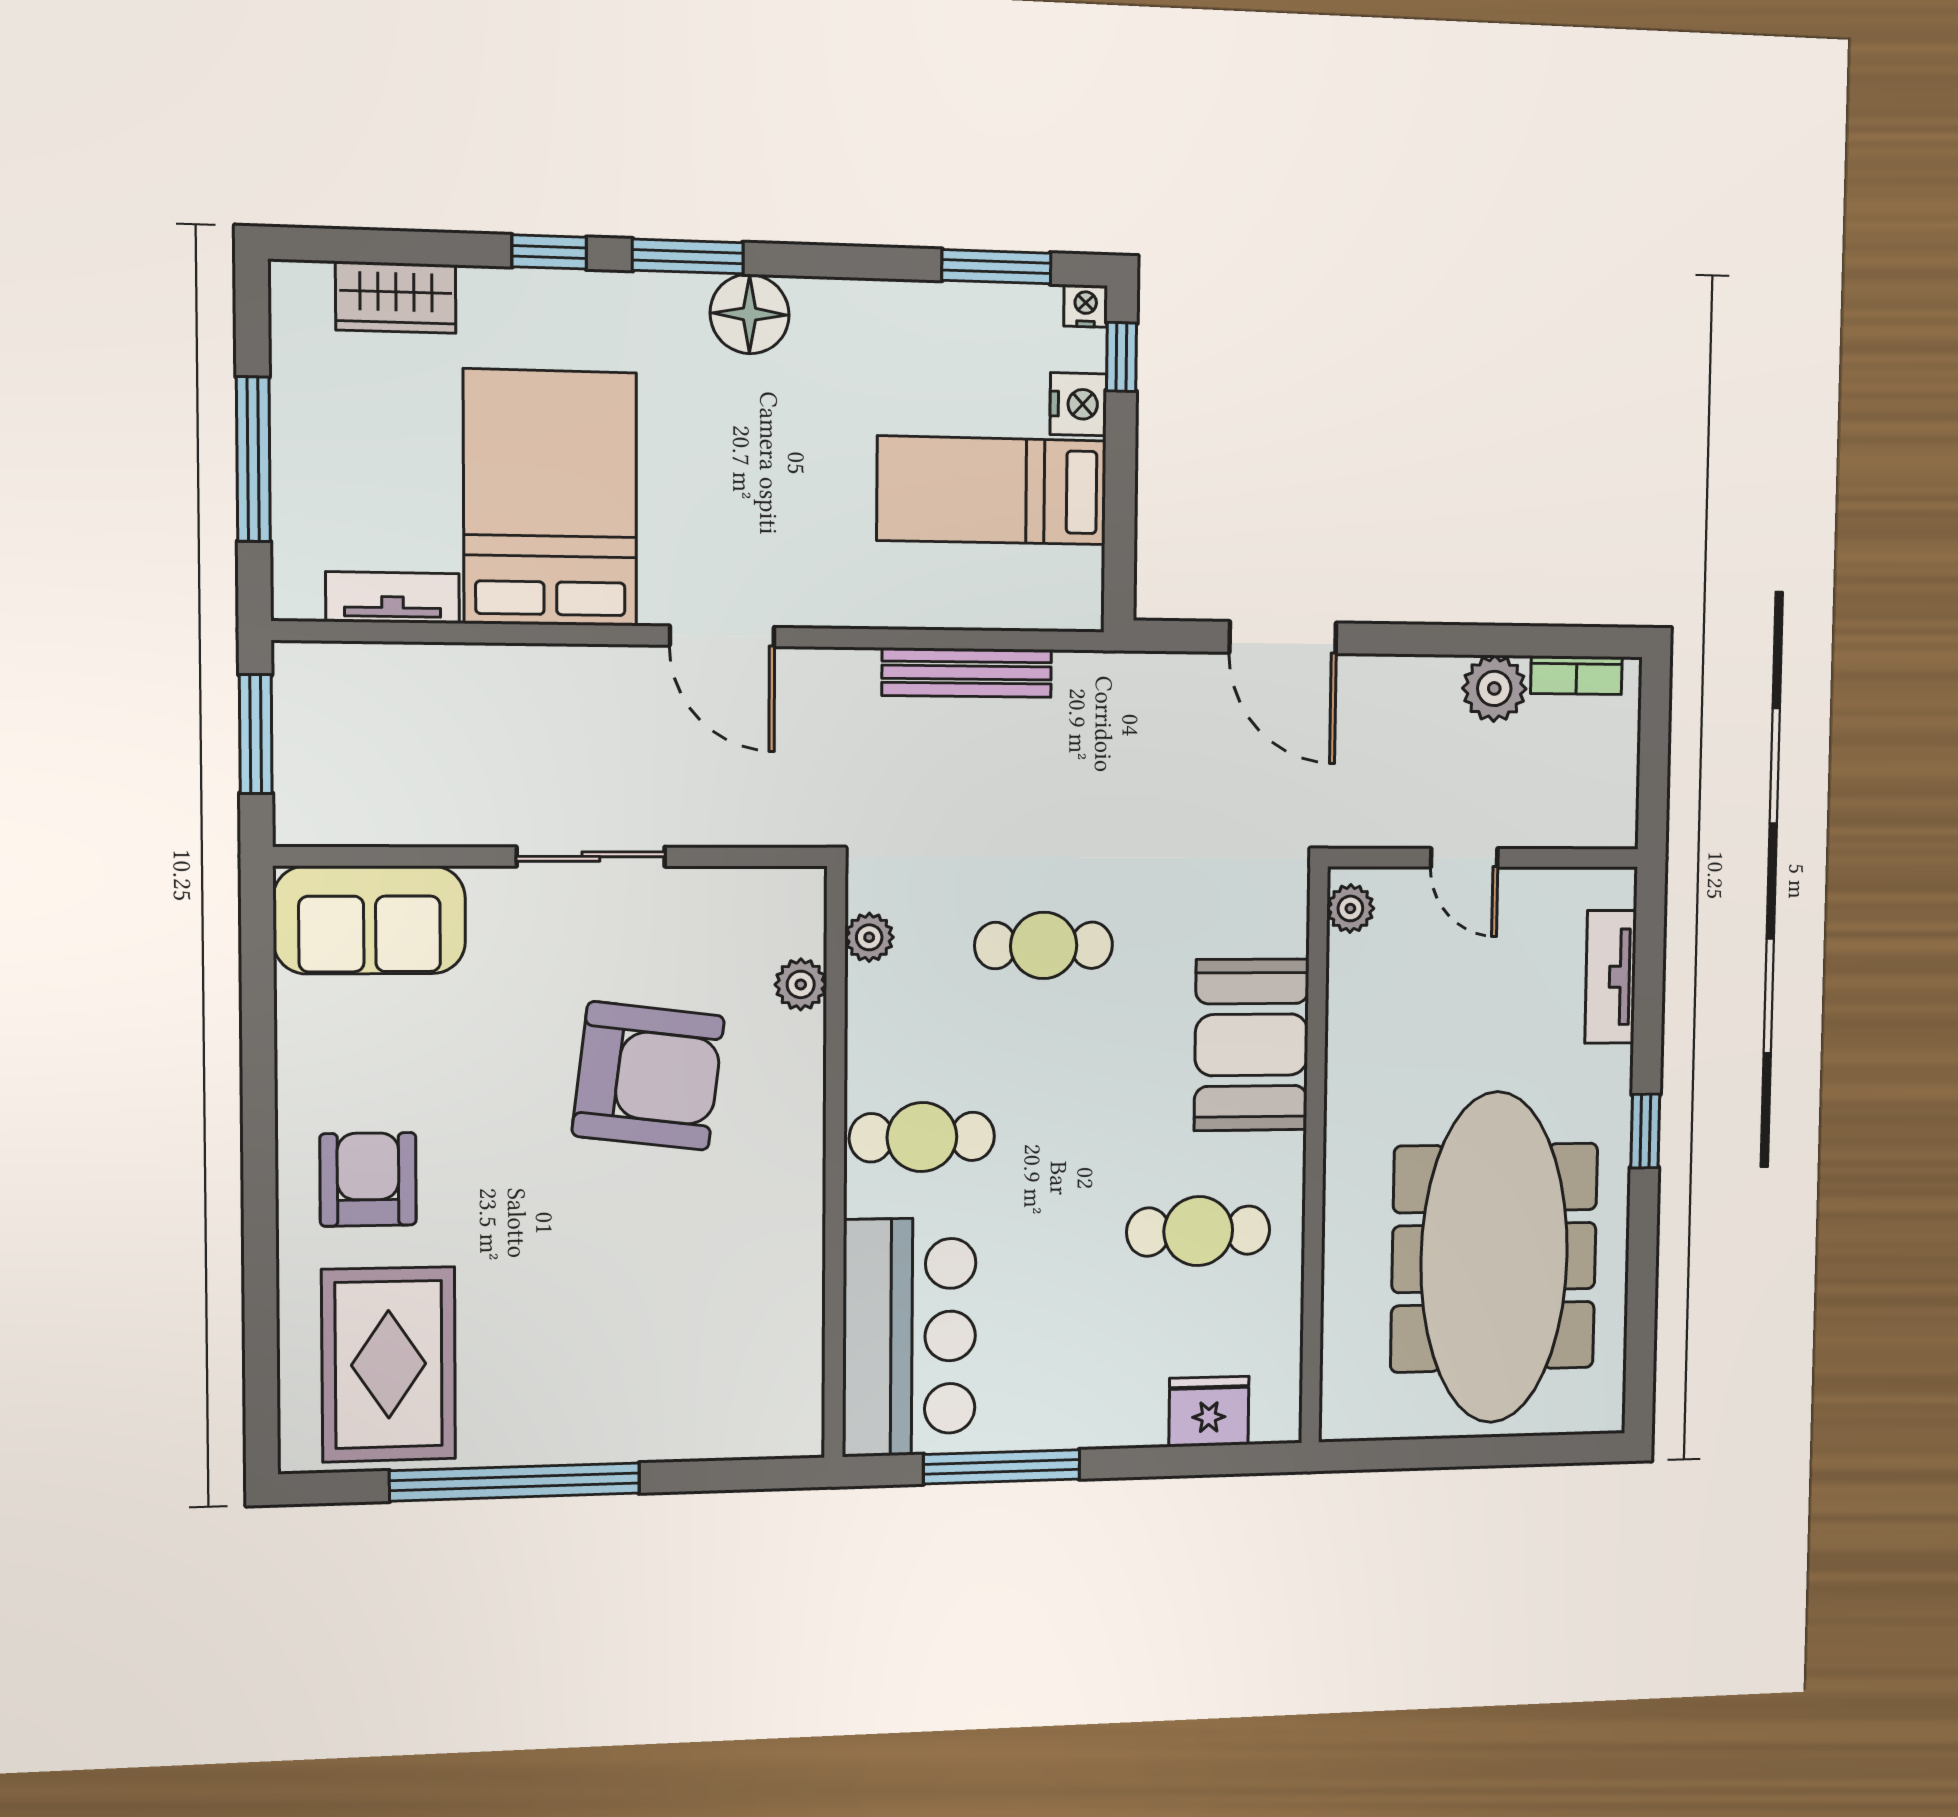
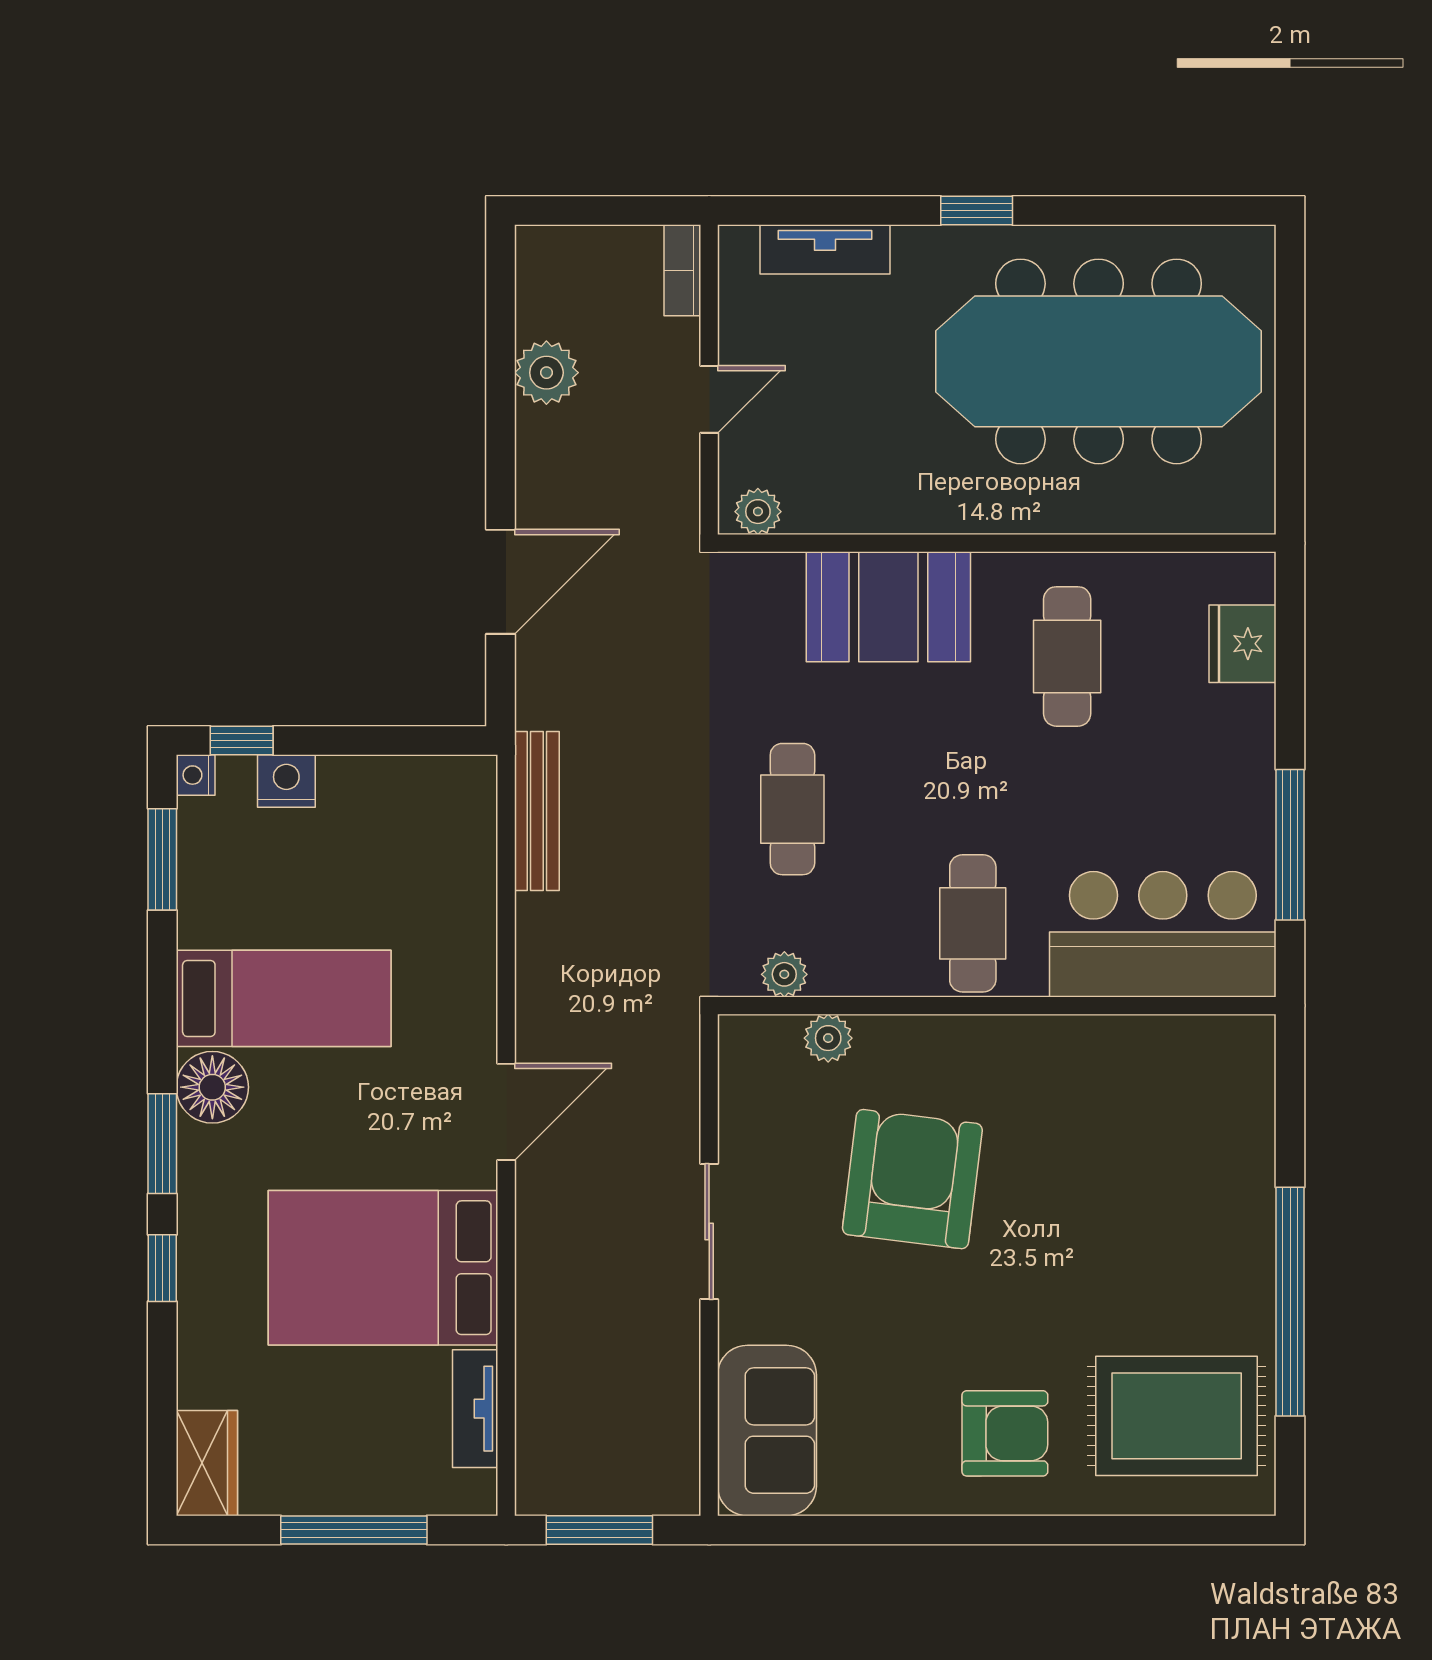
wardrobe: (396, 297) -> (207, 1463), moved
bed: (992, 490) -> (284, 998), moved, turned -90
bench: (967, 673) -> (537, 811), moved
bookcase: (1576, 675) -> (682, 270), moved, turned 180
armchair: (368, 1179) -> (1005, 1433), turned 180

